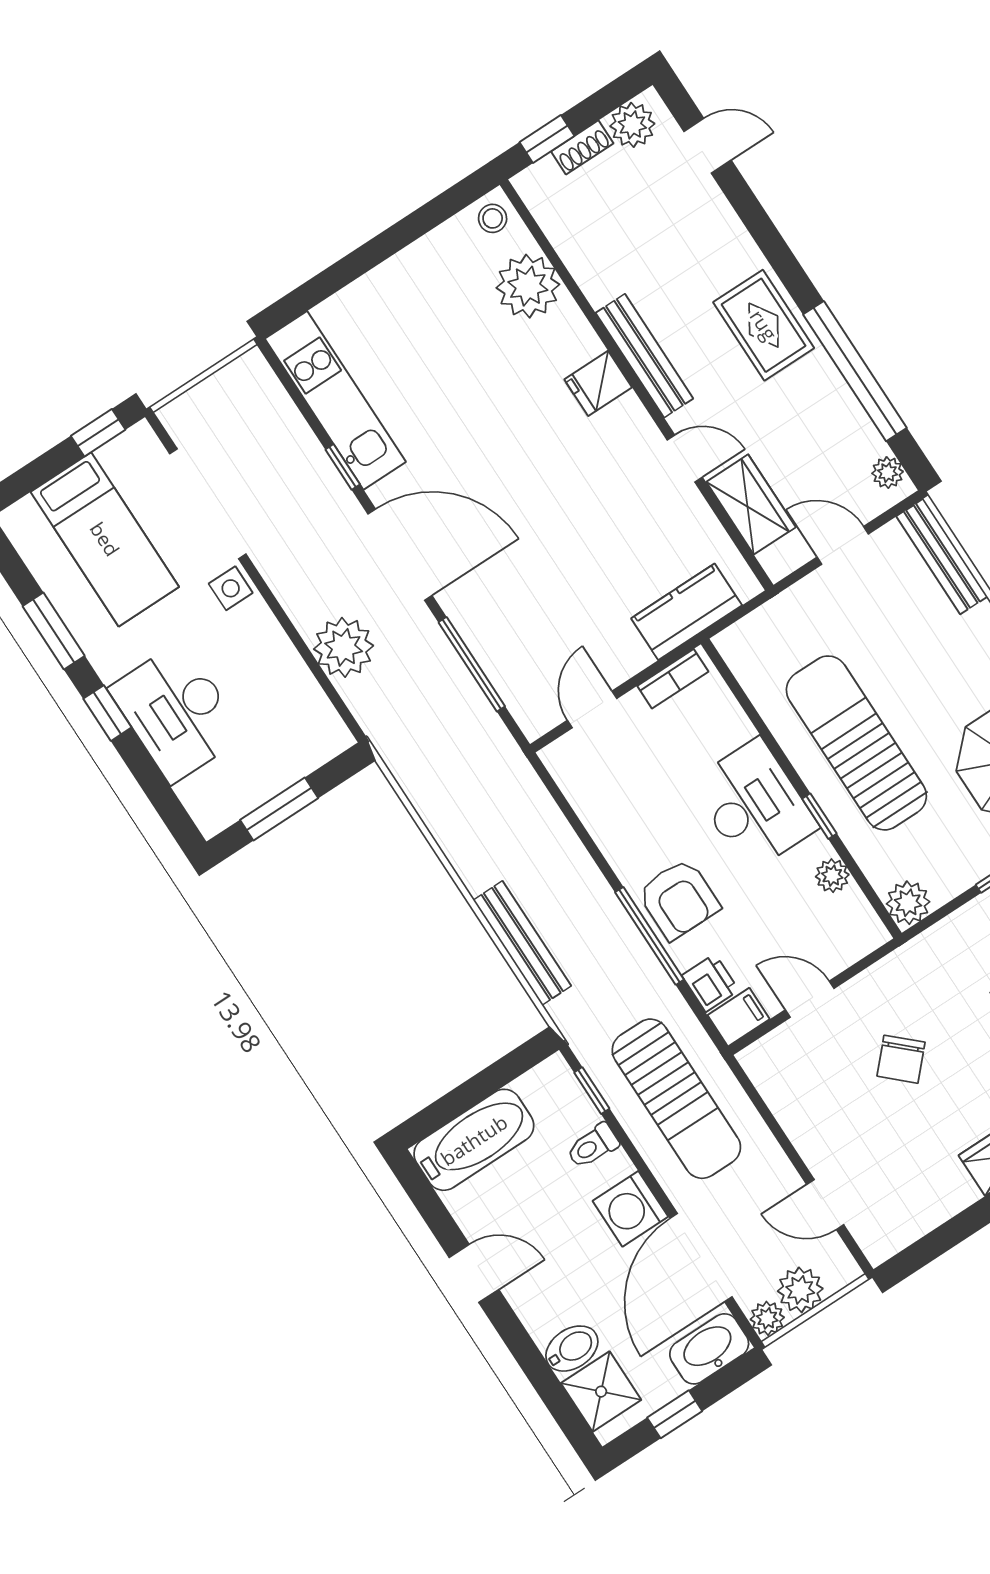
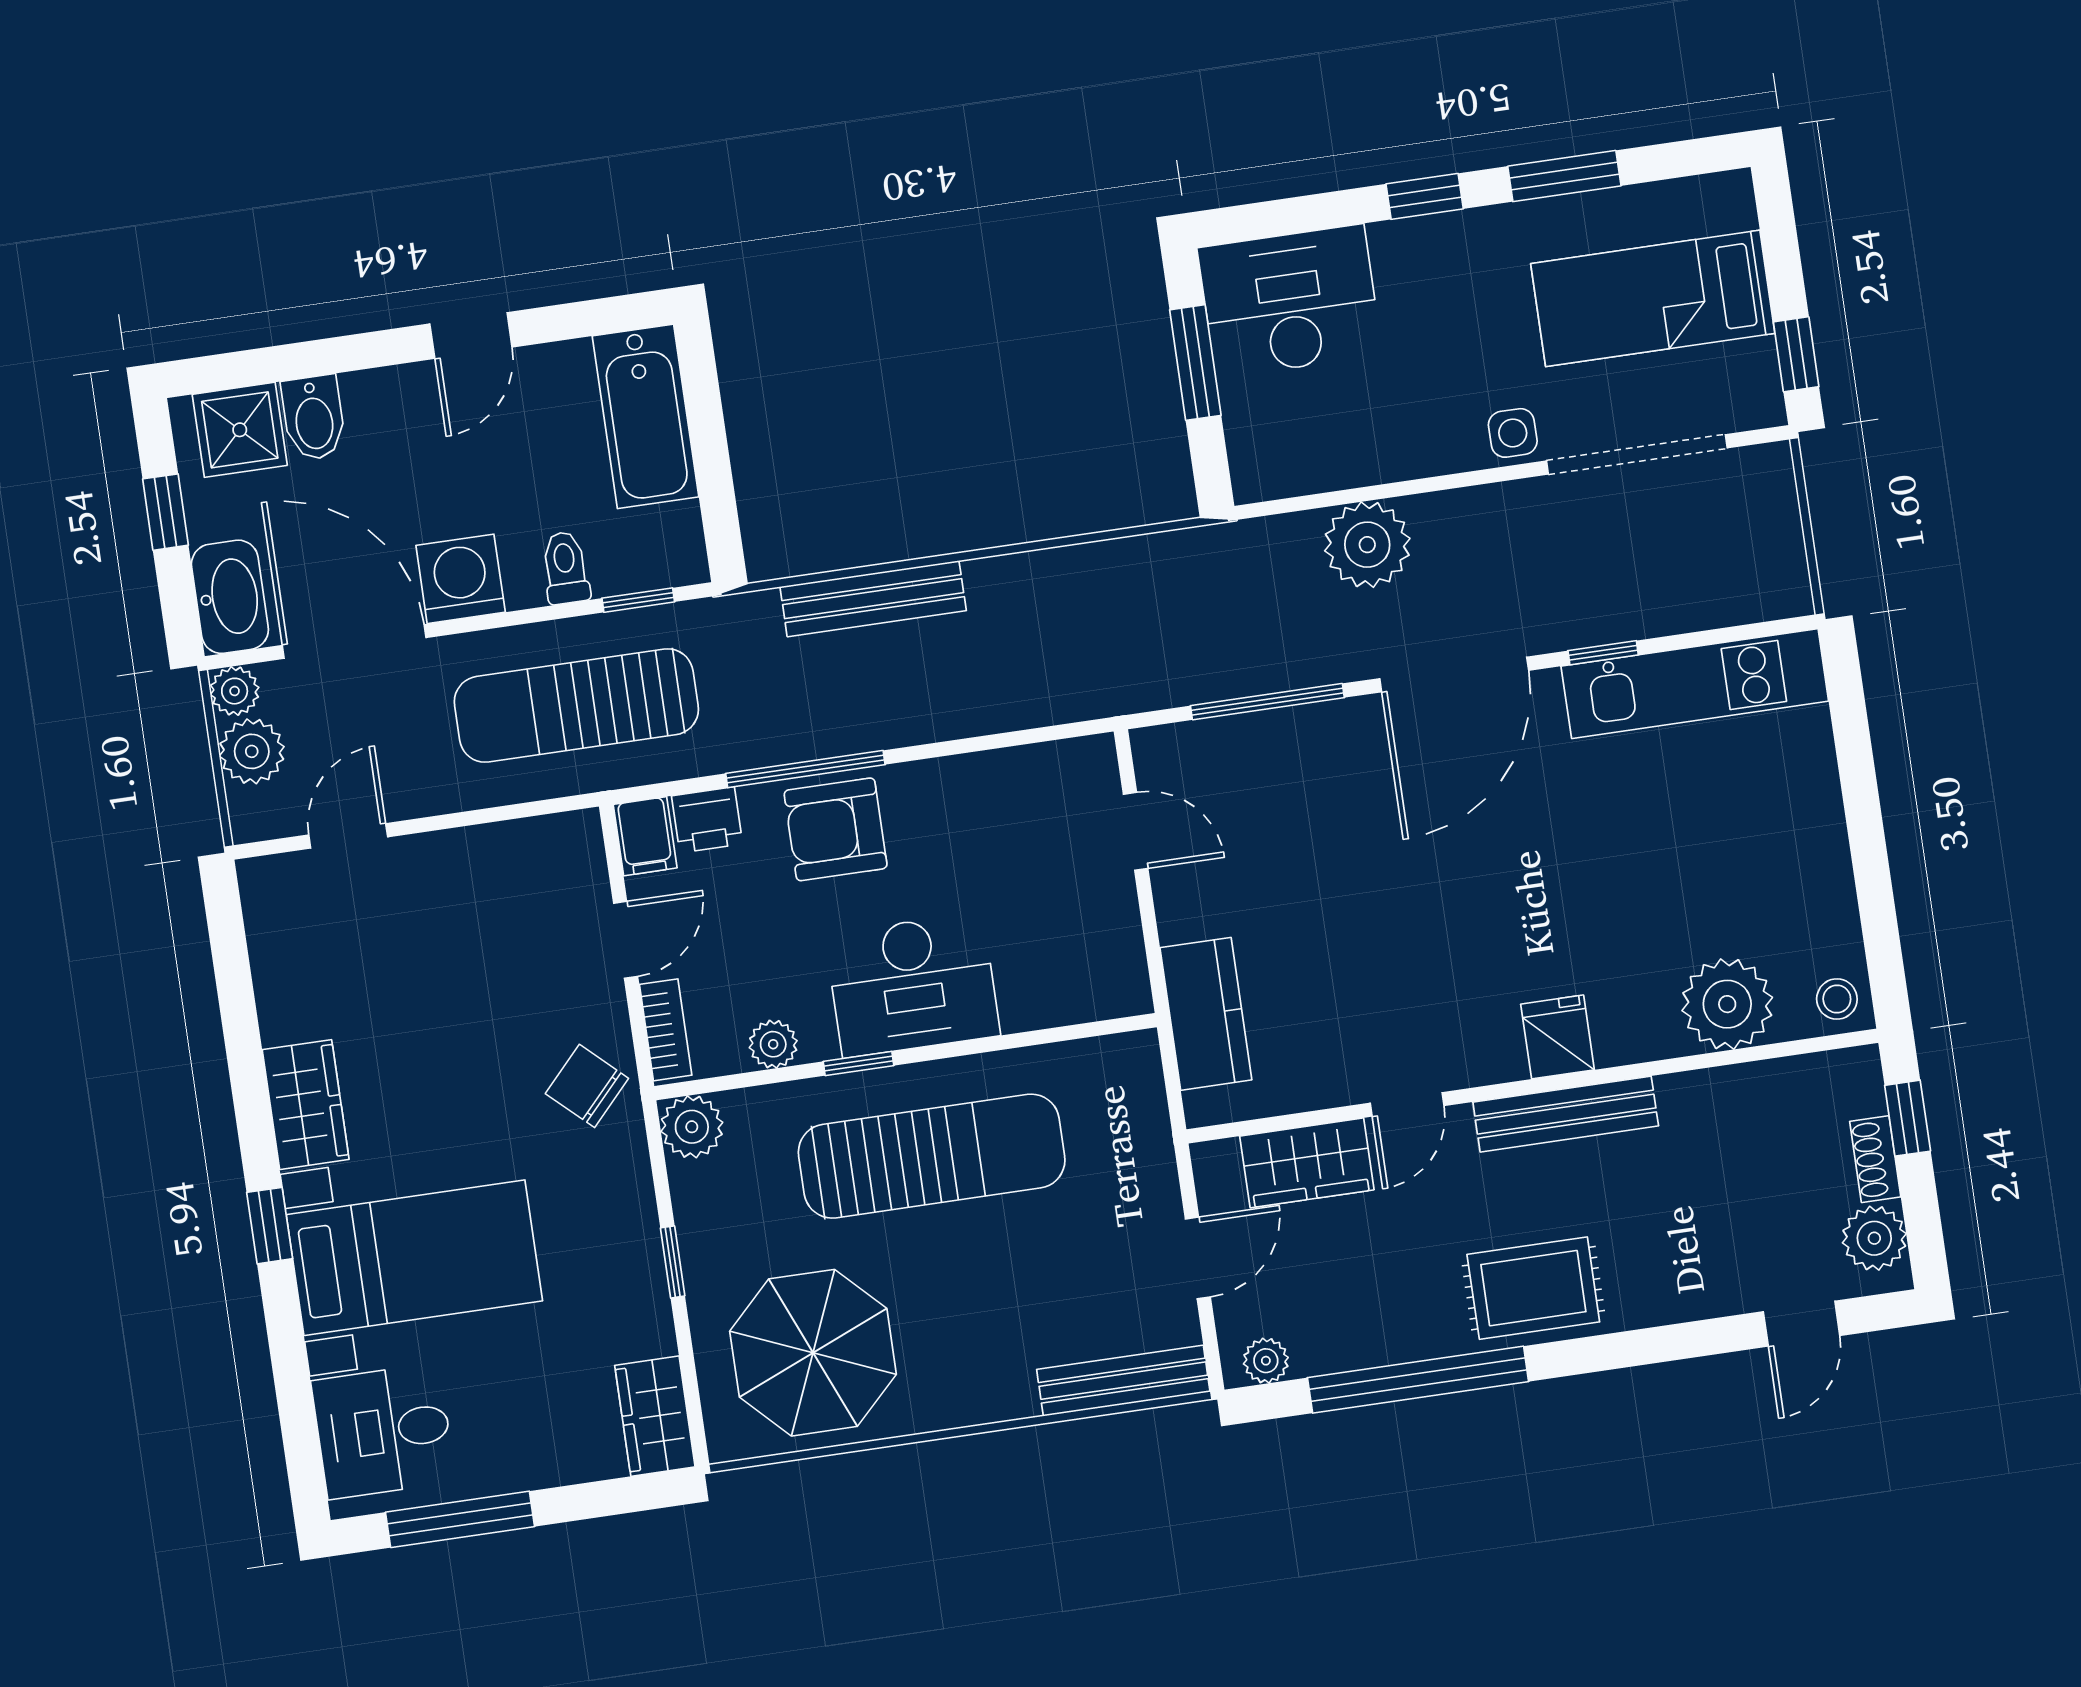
bookcase: (673, 679) -> (666, 1030), moved, turned 180
desk: (177, 712) -> (1290, 301), moved
chair: (901, 1059) -> (587, 1086), moved

